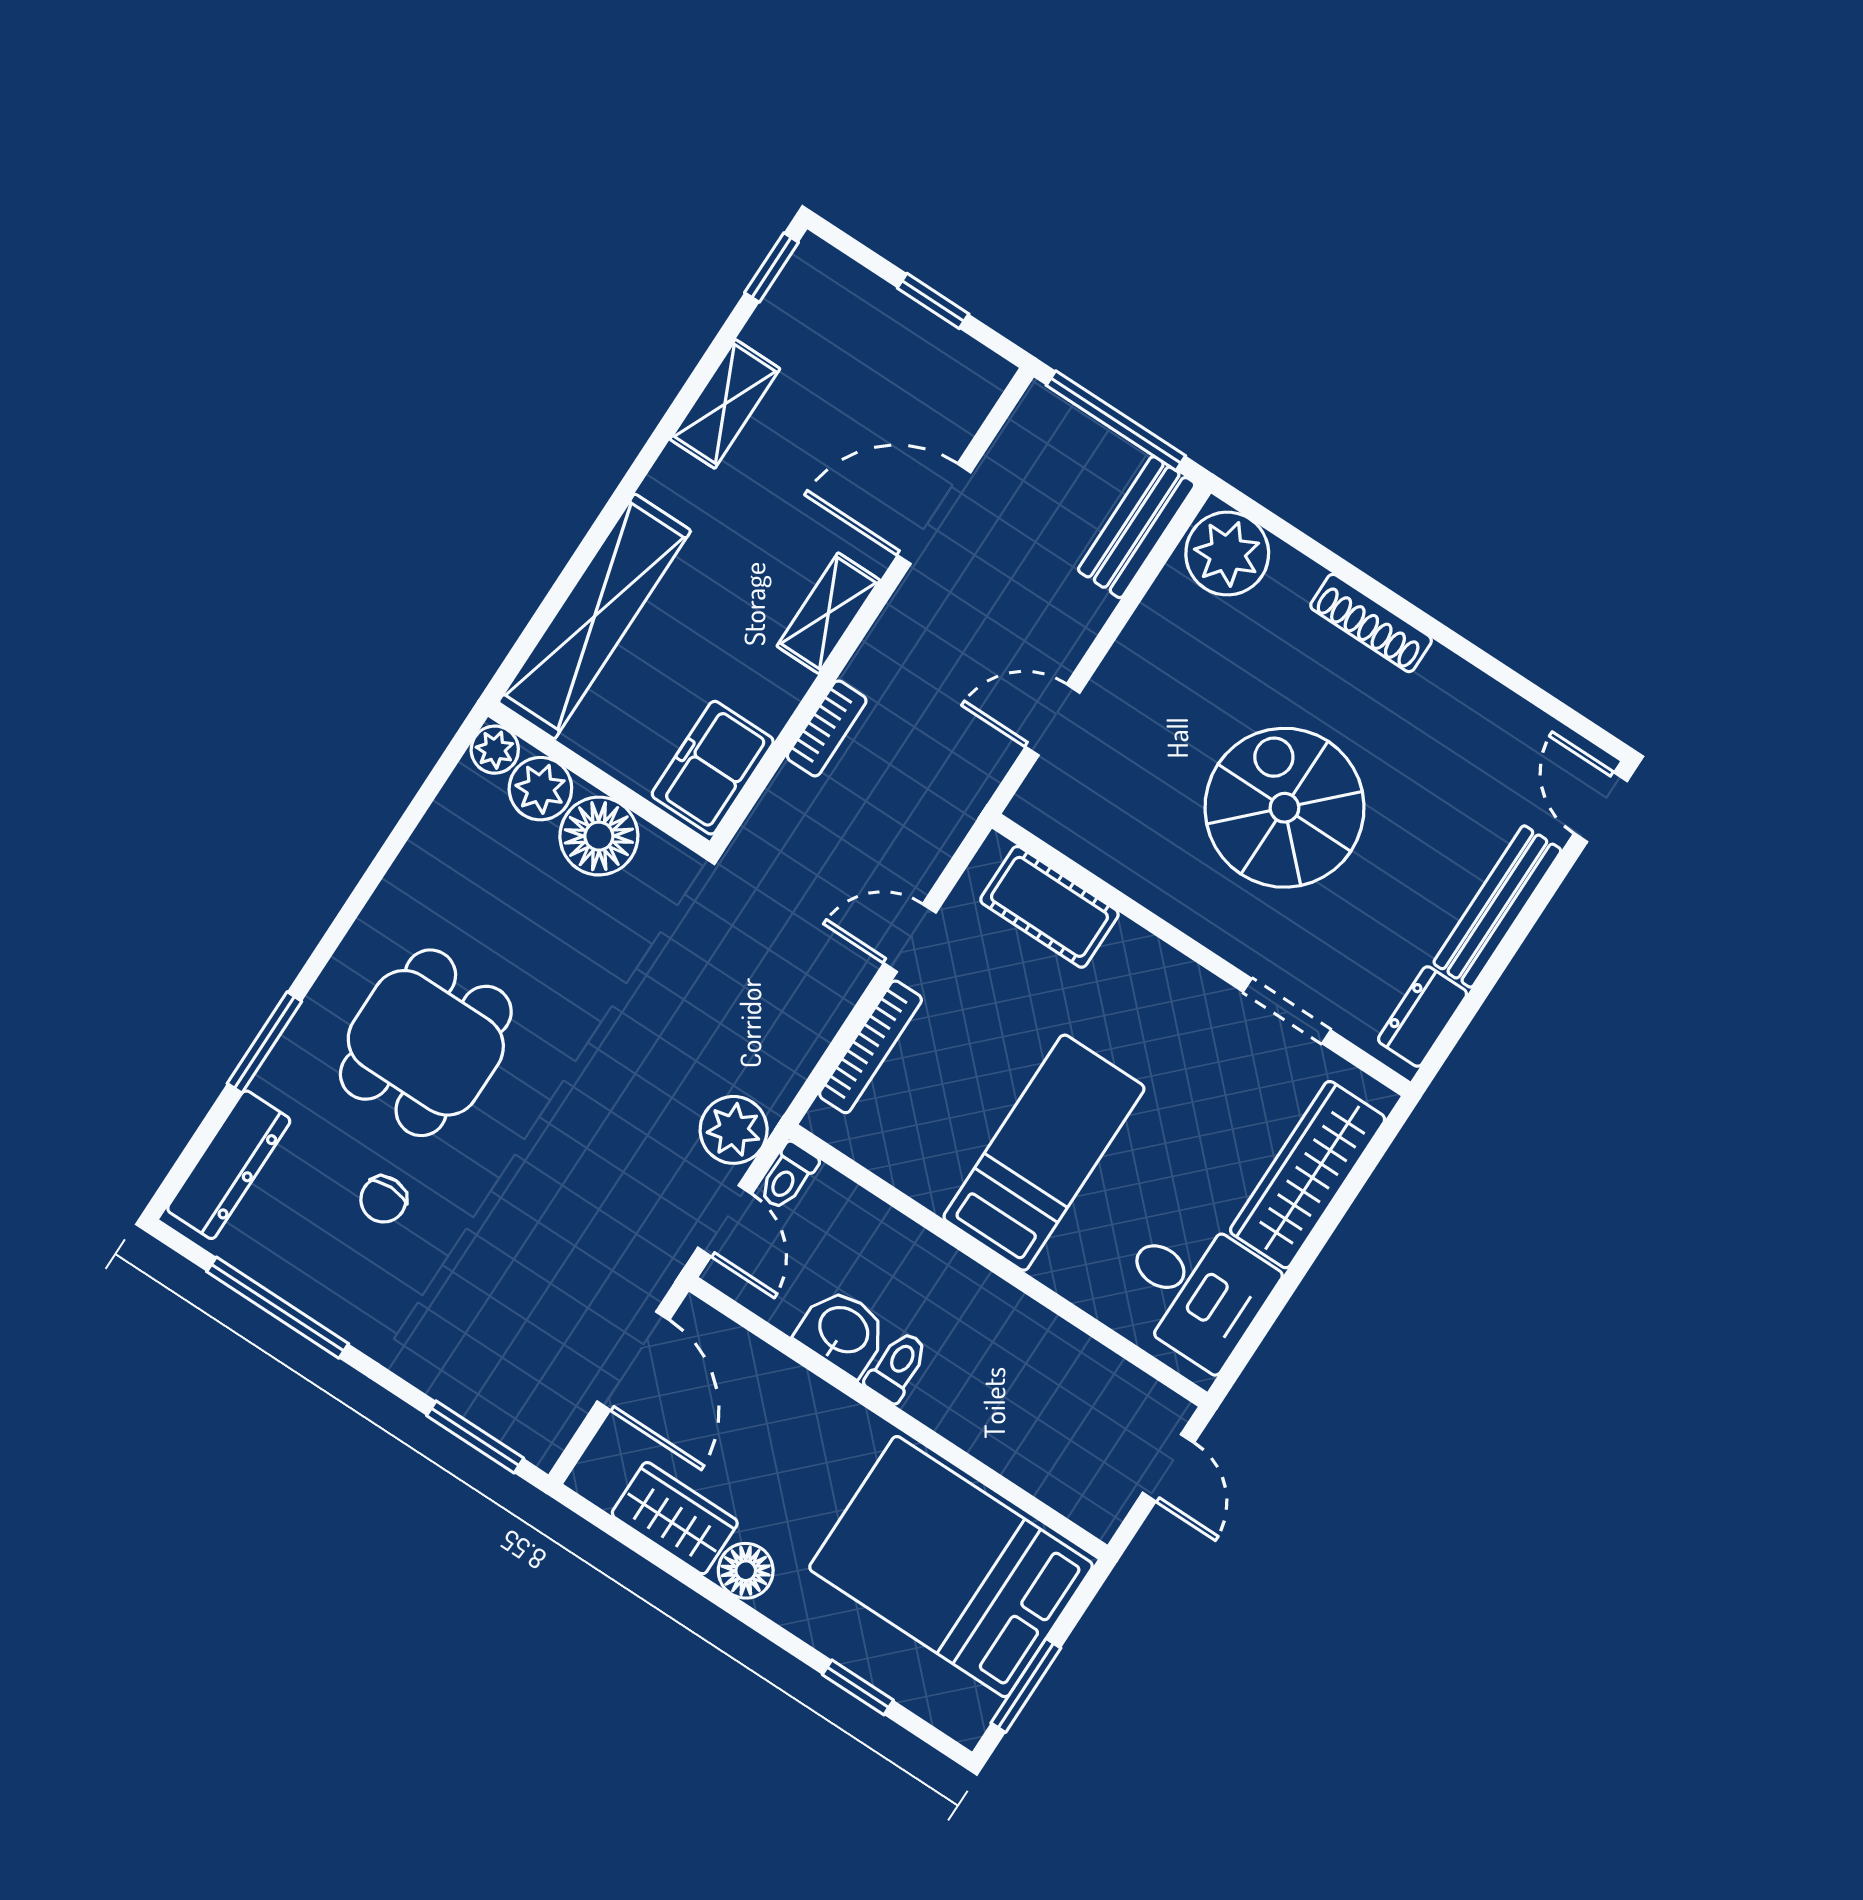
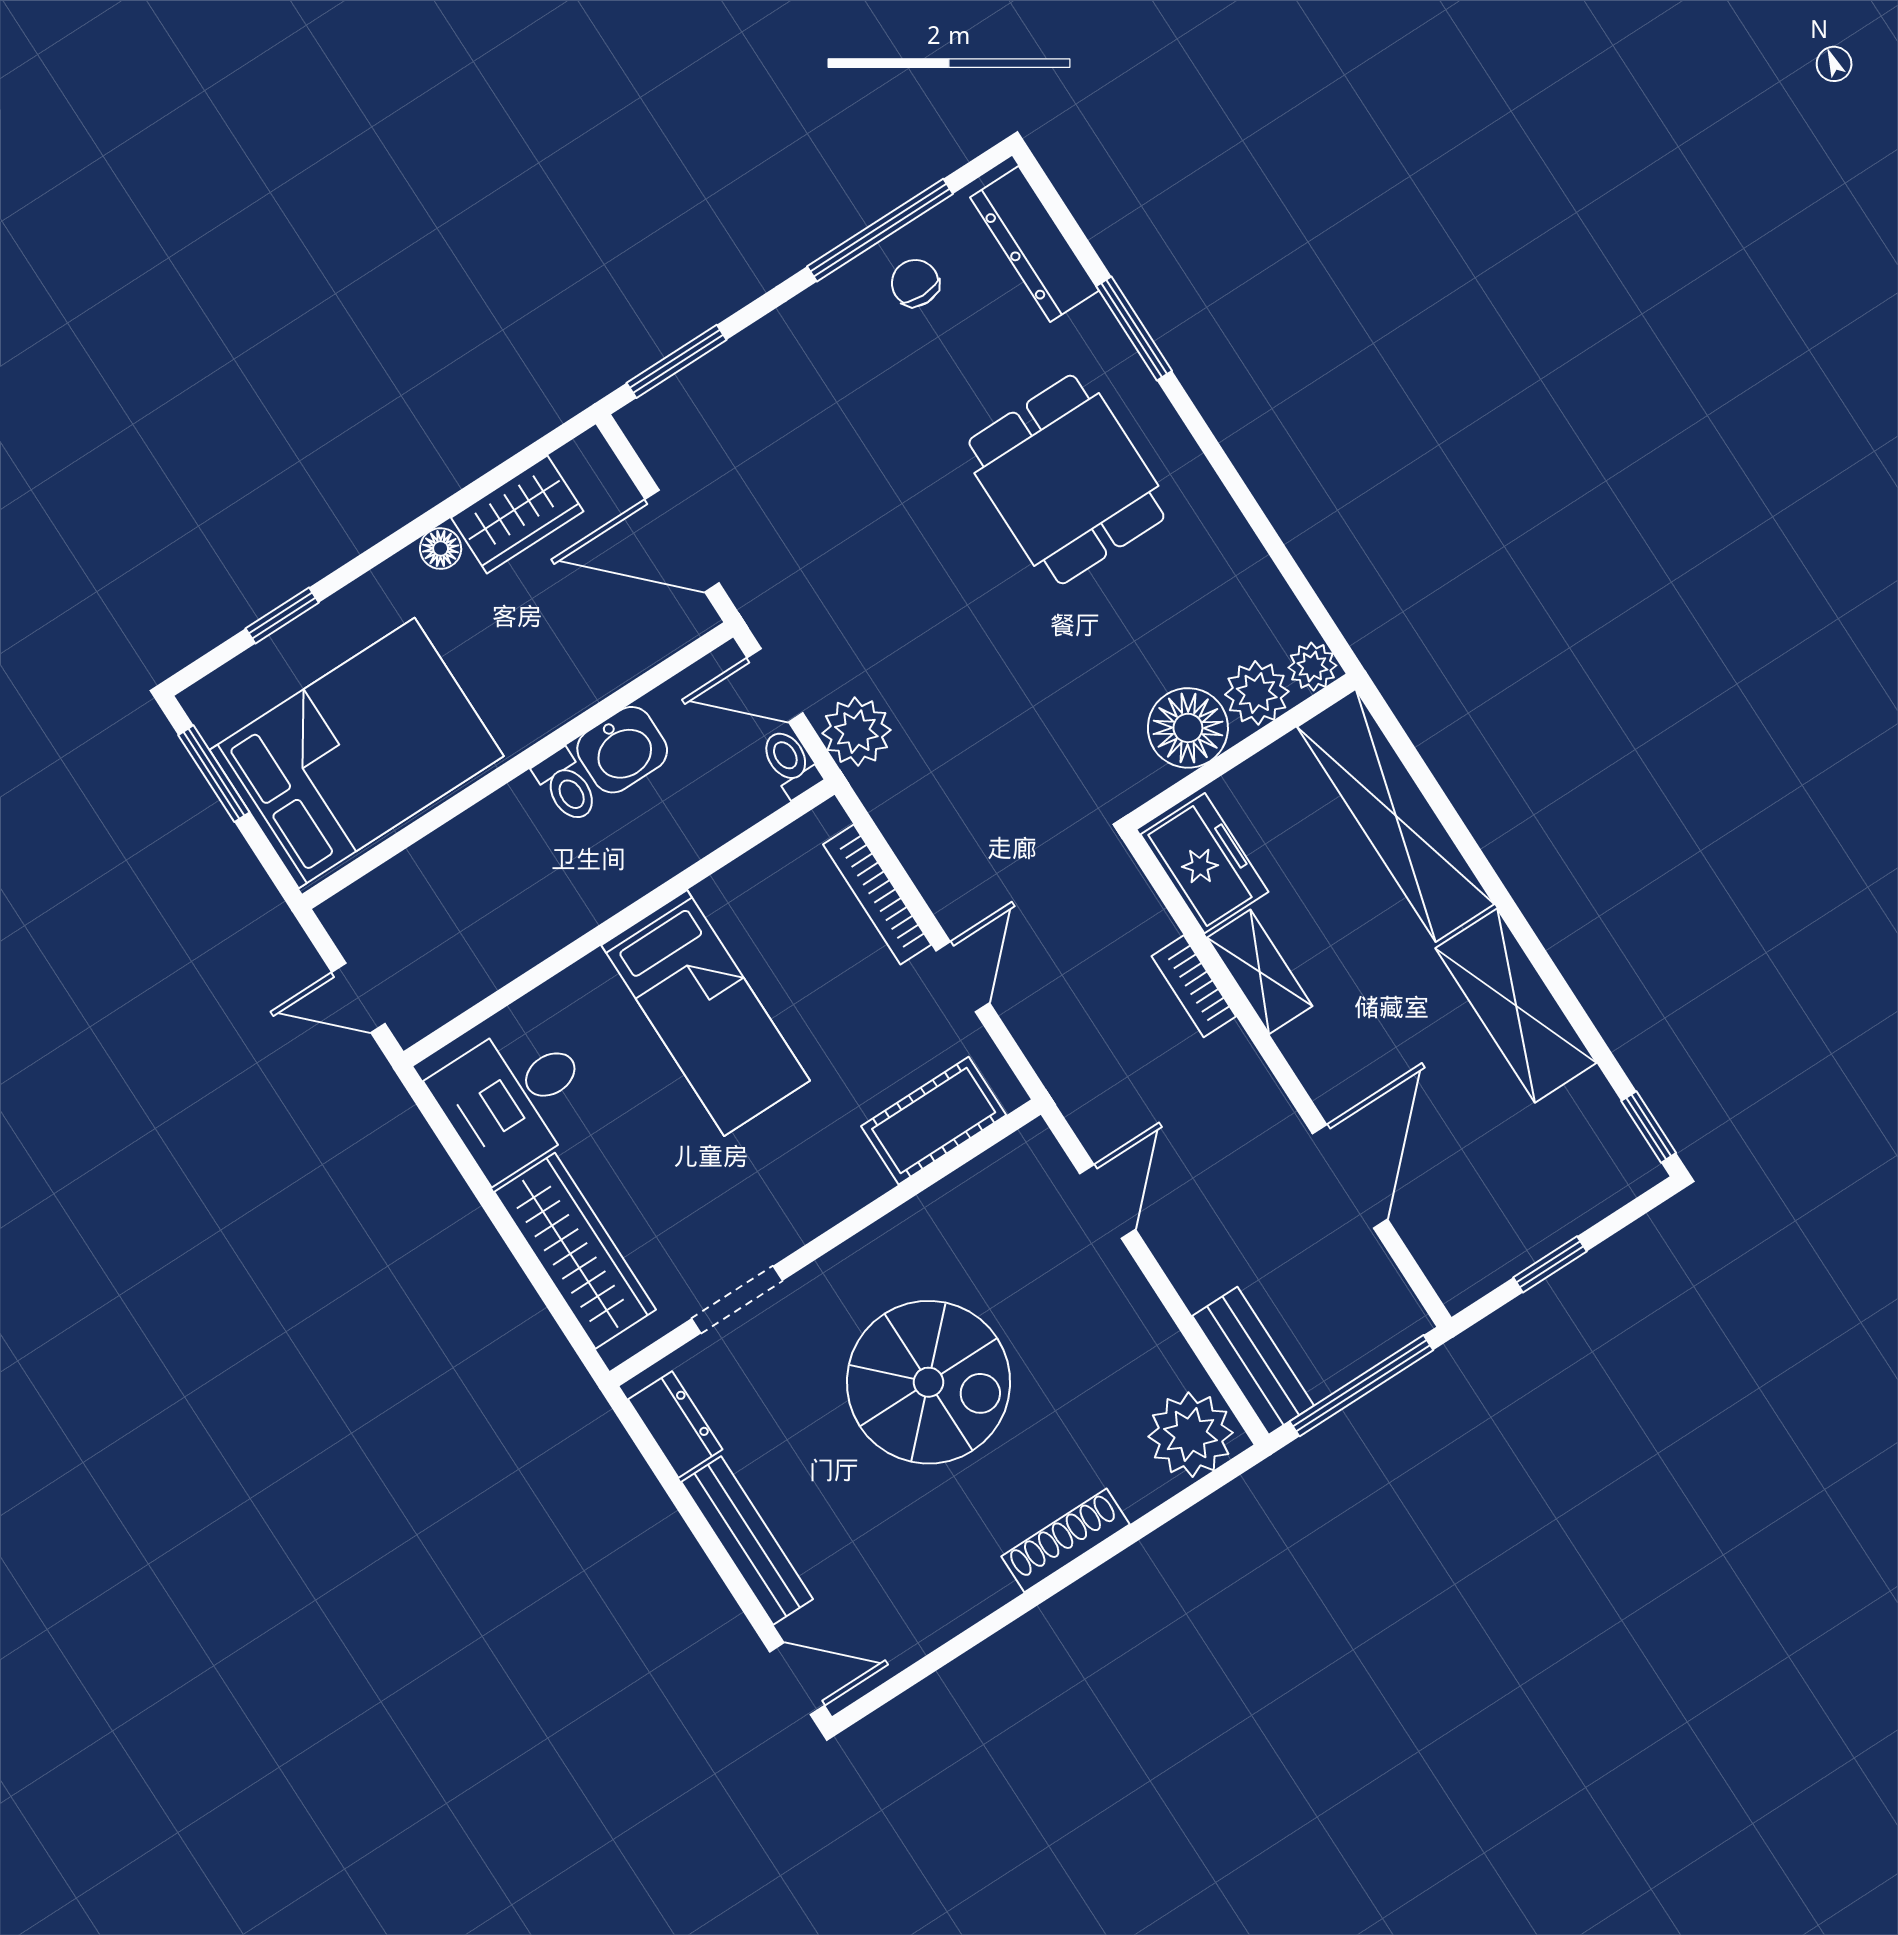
shelving: (725, 404) -> (1516, 1006), width x1.50, depth x1.33
shelving: (828, 613) -> (1260, 972), moved
chair: (383, 1199) -> (915, 283), moved
floor lamp: (746, 1571) -> (441, 549), width x0.73, depth x0.73

